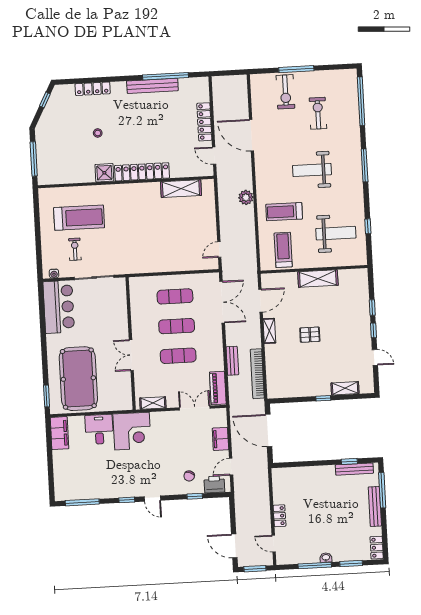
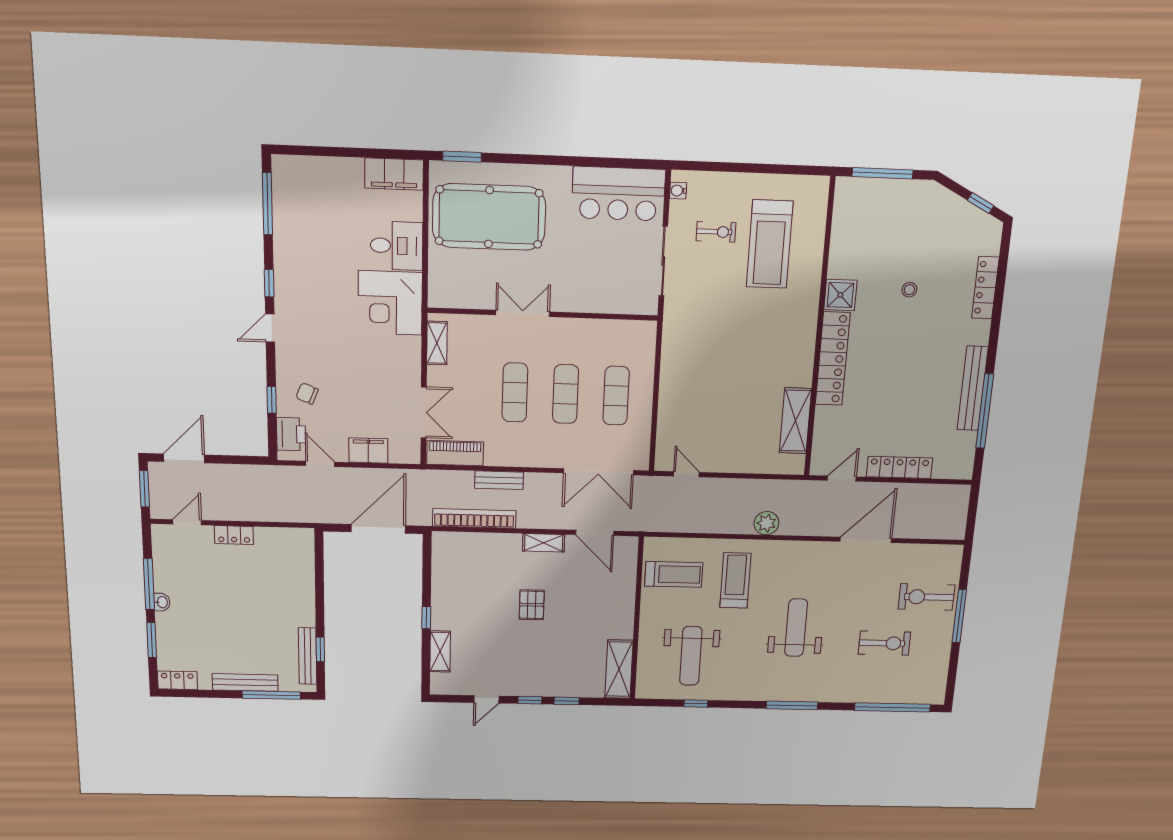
shelving: (318, 279) -> (619, 669), moved

